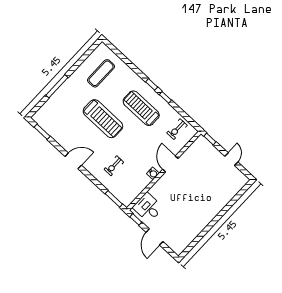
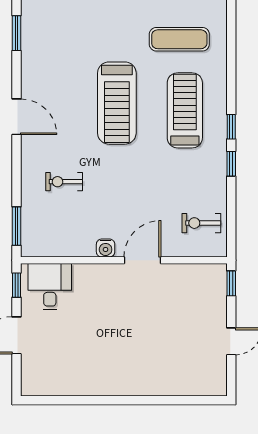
treadmill: (141, 108) -> (185, 110), moved

